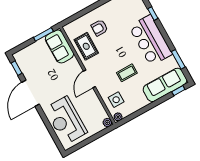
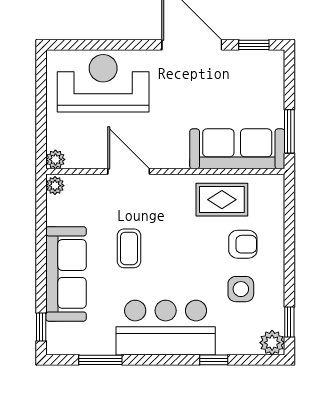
armchair: (99, 28) -> (243, 244), turned 90
sofa: (59, 46) -> (237, 149), width x1.36
door: (89, 79) -> (129, 171), moved
sofa: (165, 85) -> (66, 274), moved
side table: (116, 100) -> (241, 289), moved

